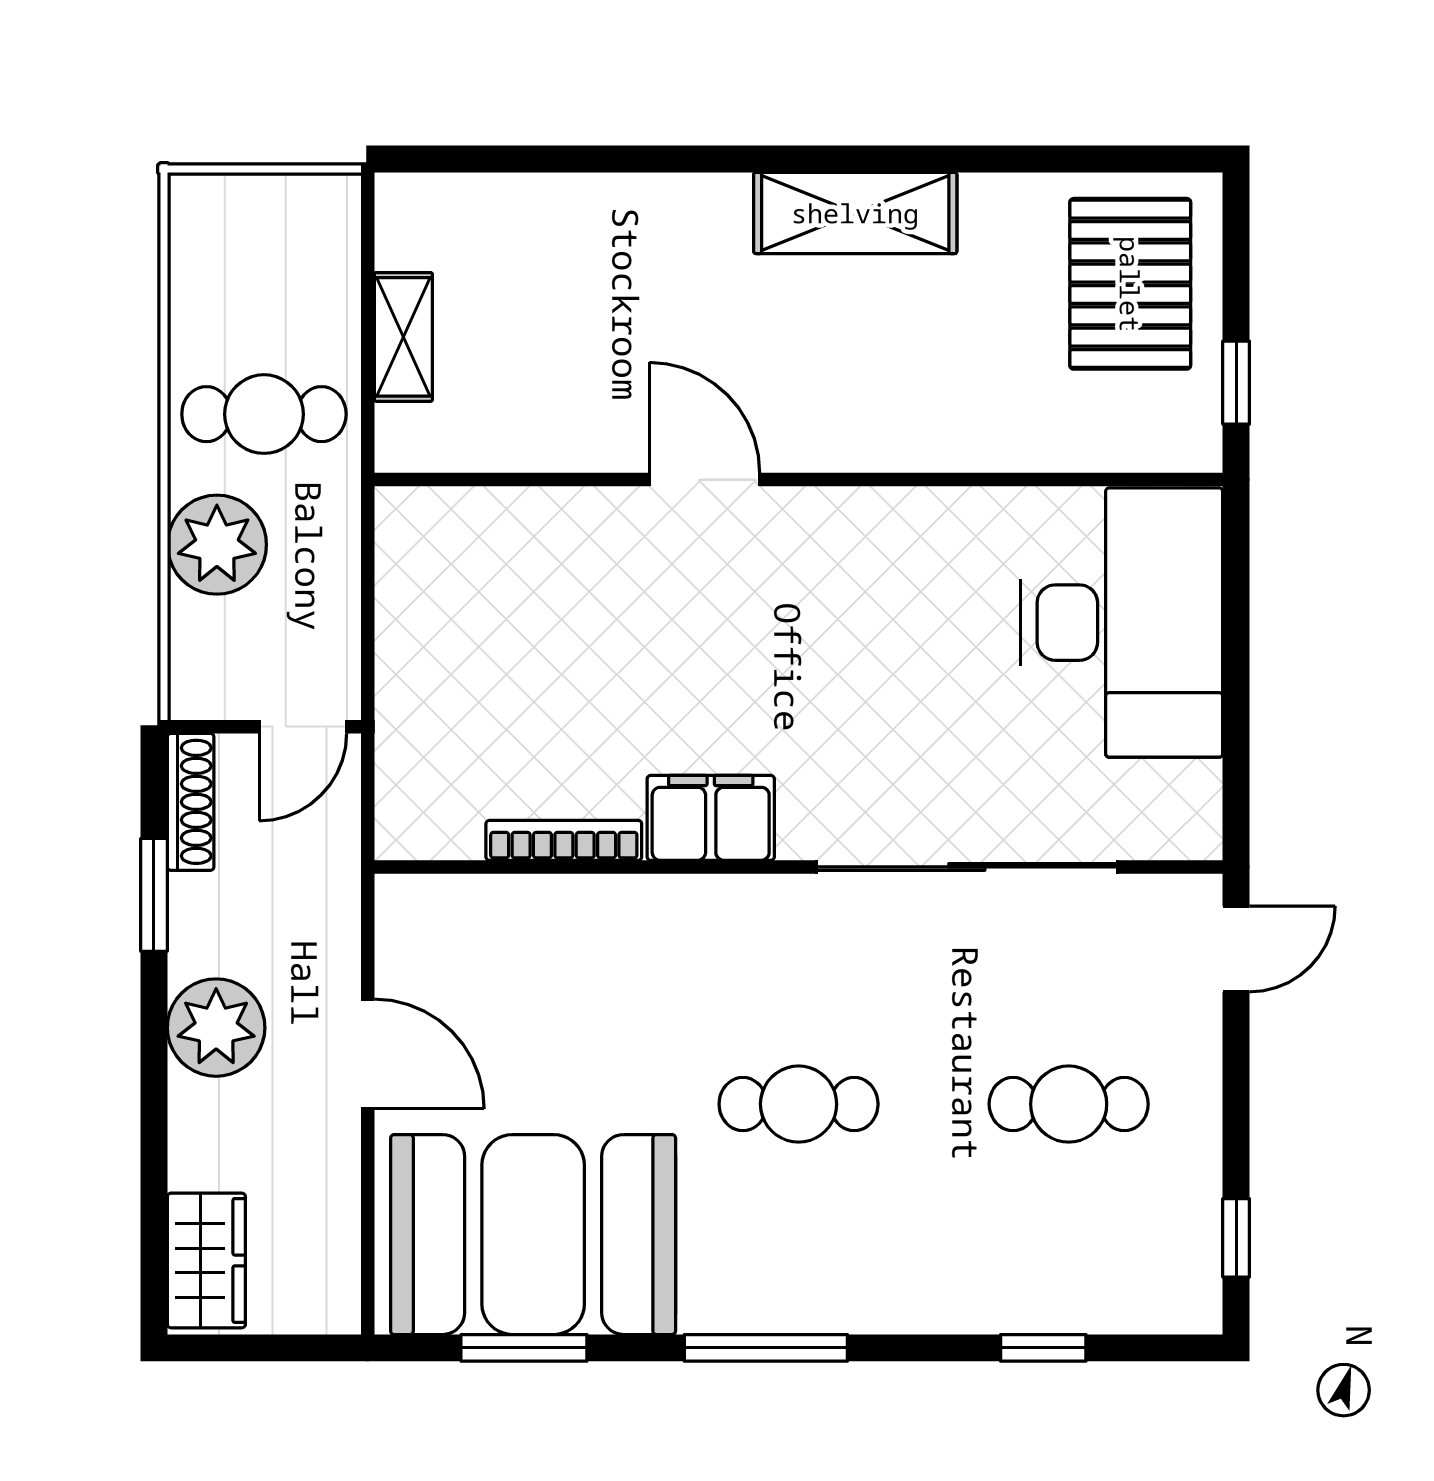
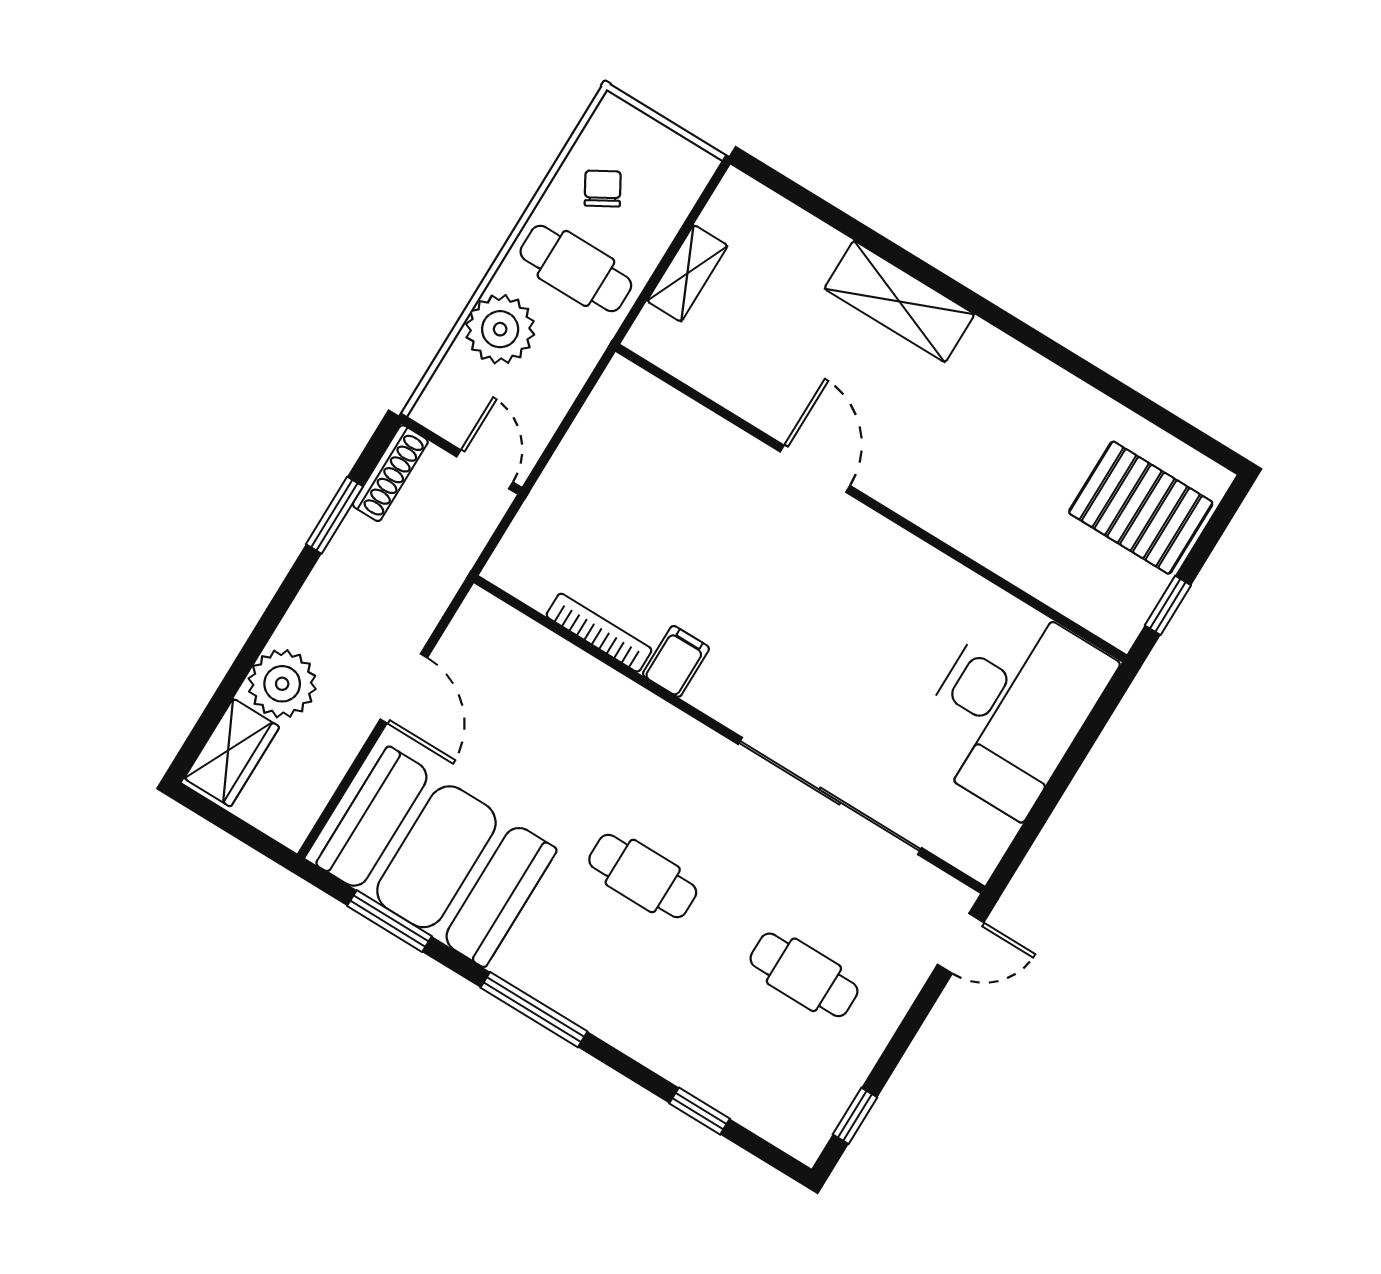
shelving: (855, 213) -> (899, 301), moved
pallet: (1130, 284) -> (1141, 508), turned 90
chair: (237, 297) -> (603, 189), added
door: (303, 727) -> (485, 469), swing flipped
filing cabinet: (711, 818) -> (676, 661), width x0.50
plant: (216, 1028) -> (282, 684), moved

